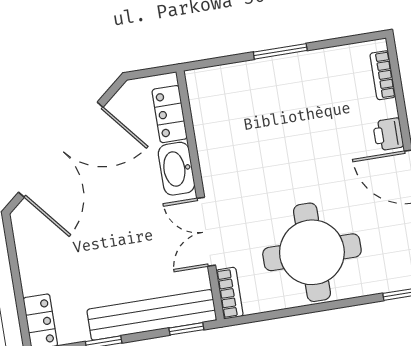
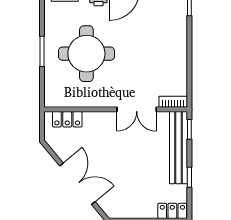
double door: (61, 150) -> (77, 184), width x0.73
washbasin: (177, 169) -> (99, 120), removed
round table: (312, 252) -> (86, 54), moved

